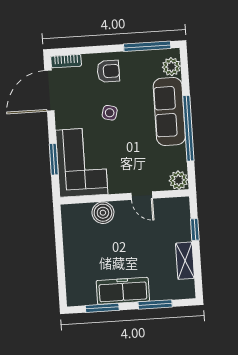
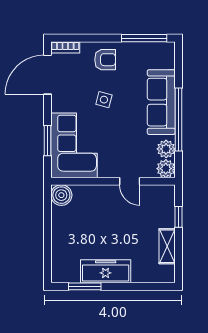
plant: (171, 67) -> (166, 149), moved
boiler: (103, 213) -> (61, 195), moved
window: (155, 304) -> (136, 286), removed

